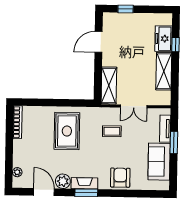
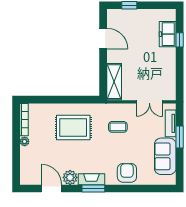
door: (99, 42) -> (103, 39), swing flipped
shelving: (164, 71) -> (168, 66), removed
double door: (134, 106) -> (149, 102), moved
rug: (67, 131) -> (73, 128), turned 90
plant: (17, 172) -> (25, 141), moved

